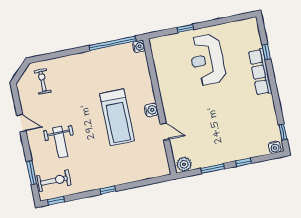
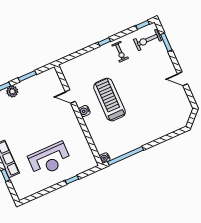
reception desk: (207, 60) -> (50, 159), turned 90
exercise bike: (43, 81) -> (120, 52), moved
weight bench: (60, 142) -> (149, 71), removed
plant: (184, 164) -> (12, 91), moved

